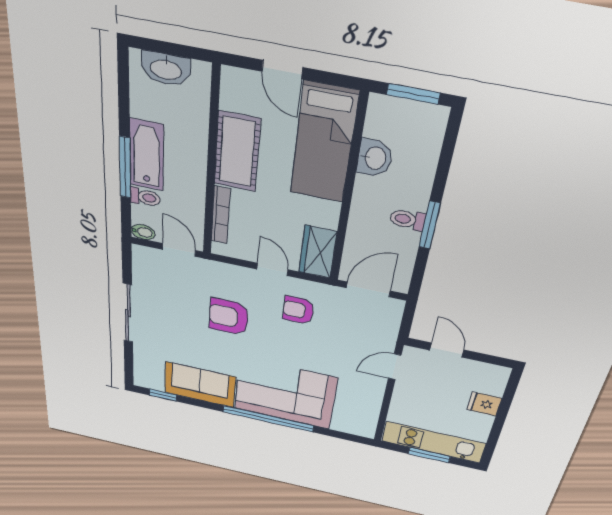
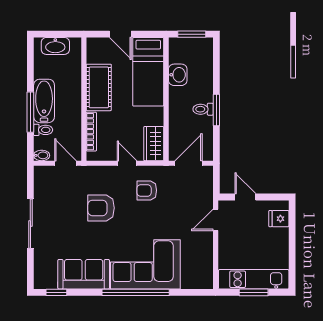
fridge: (484, 404) -> (279, 219), moved

